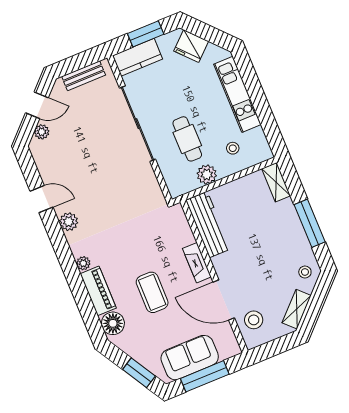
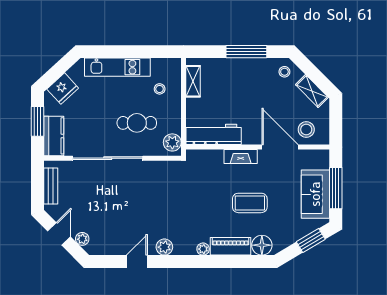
plant: (207, 174) -> (172, 142), moved
shelving: (276, 182) -> (193, 81), moved, turned 90
door: (224, 300) -> (280, 147), swing flipped

